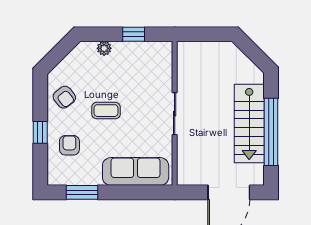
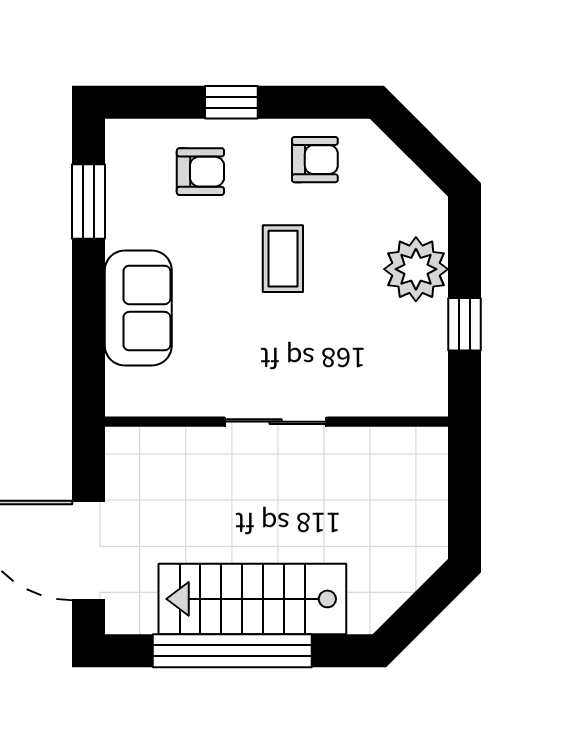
plant: (104, 48) -> (416, 269), width x1.87, depth x1.87
armchair: (64, 97) -> (315, 160), turned -142
sofa: (136, 171) -> (138, 308), width x0.73

